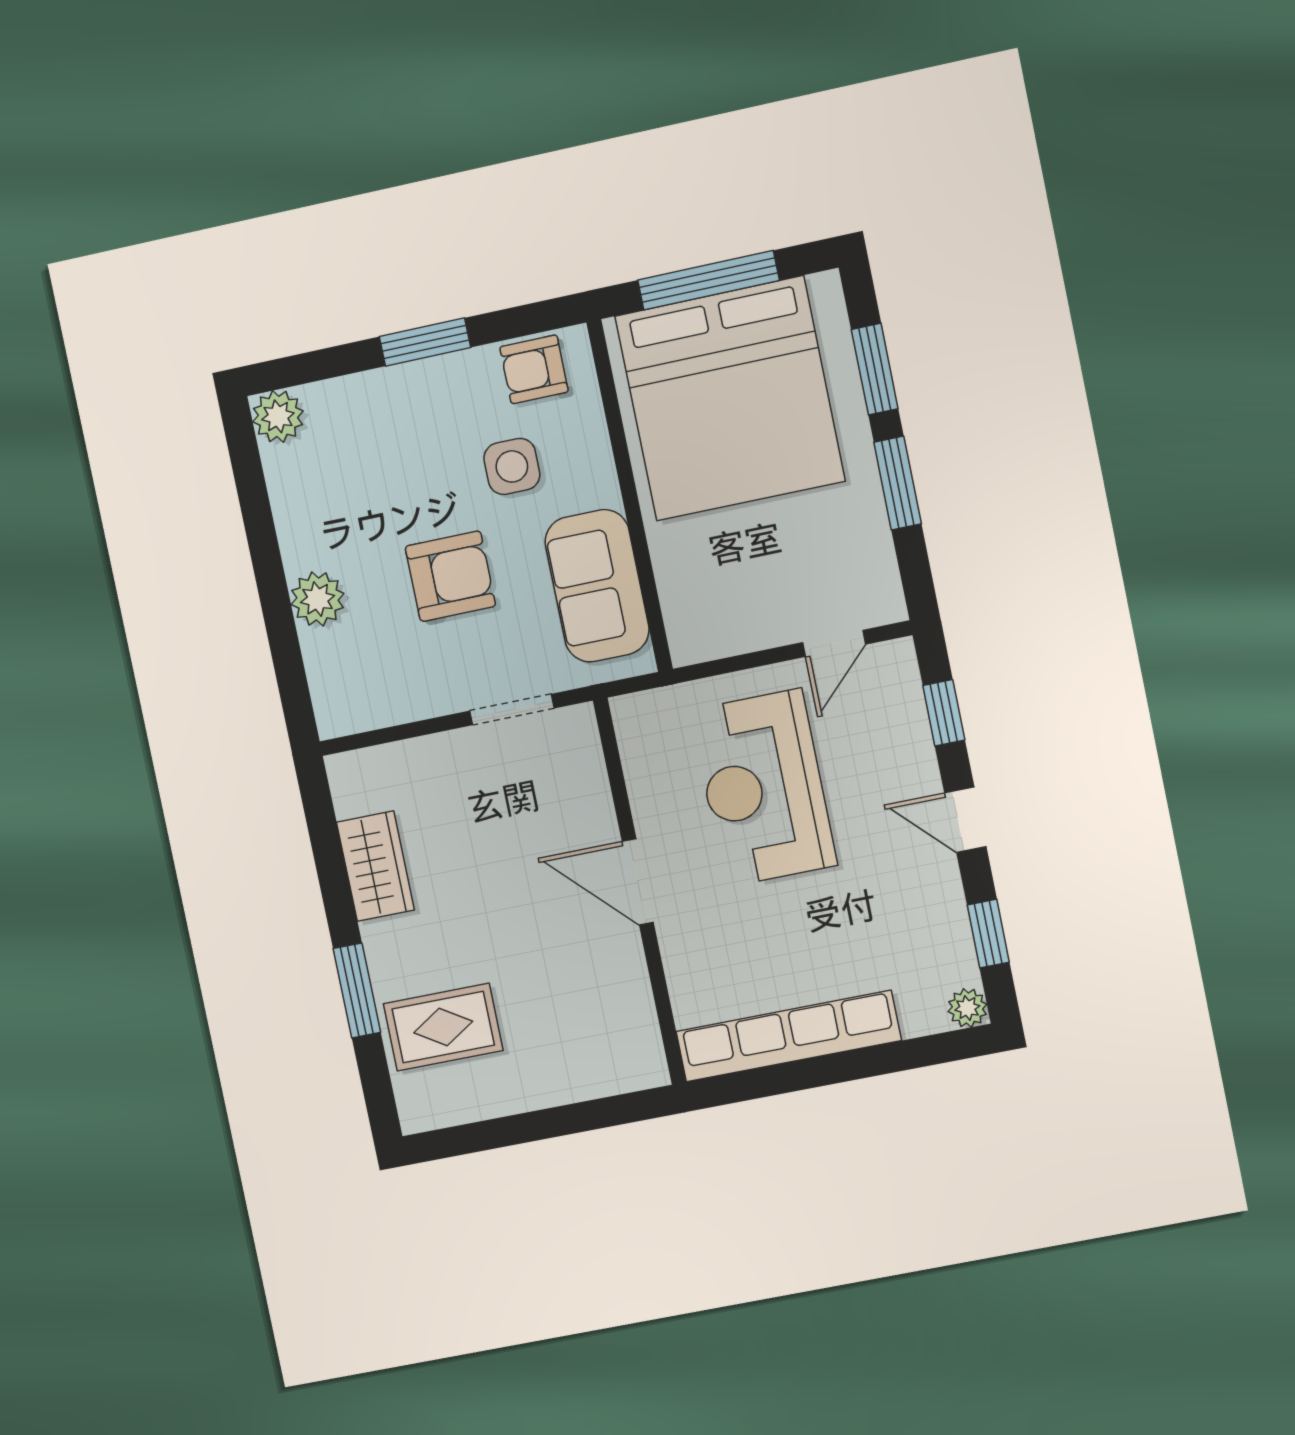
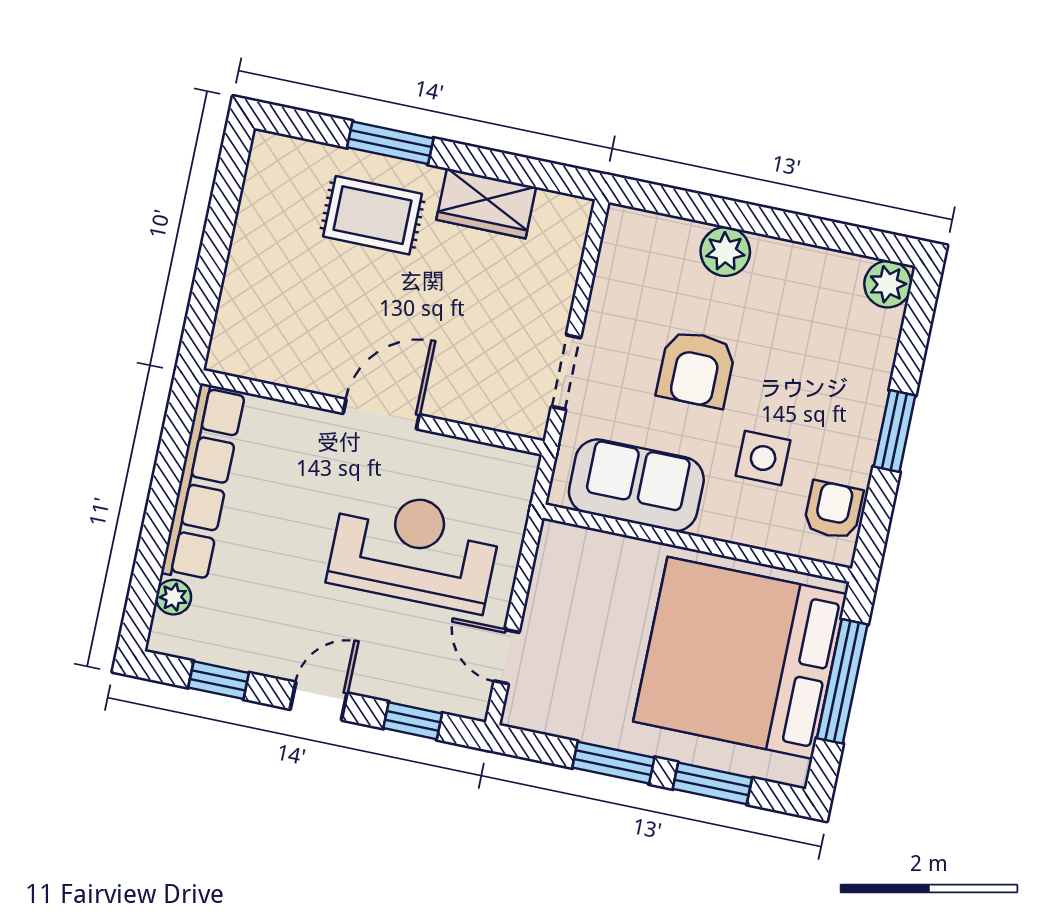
plant: (967, 1008) -> (173, 597), moved
rug: (443, 1027) -> (373, 215), moved, turned 90

